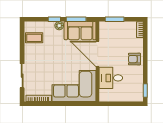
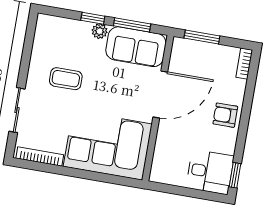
coffee table: (34, 38) -> (66, 79), moved
door: (98, 54) -> (160, 94), swing flipped
desk: (111, 78) -> (210, 172), moved, turned 180

